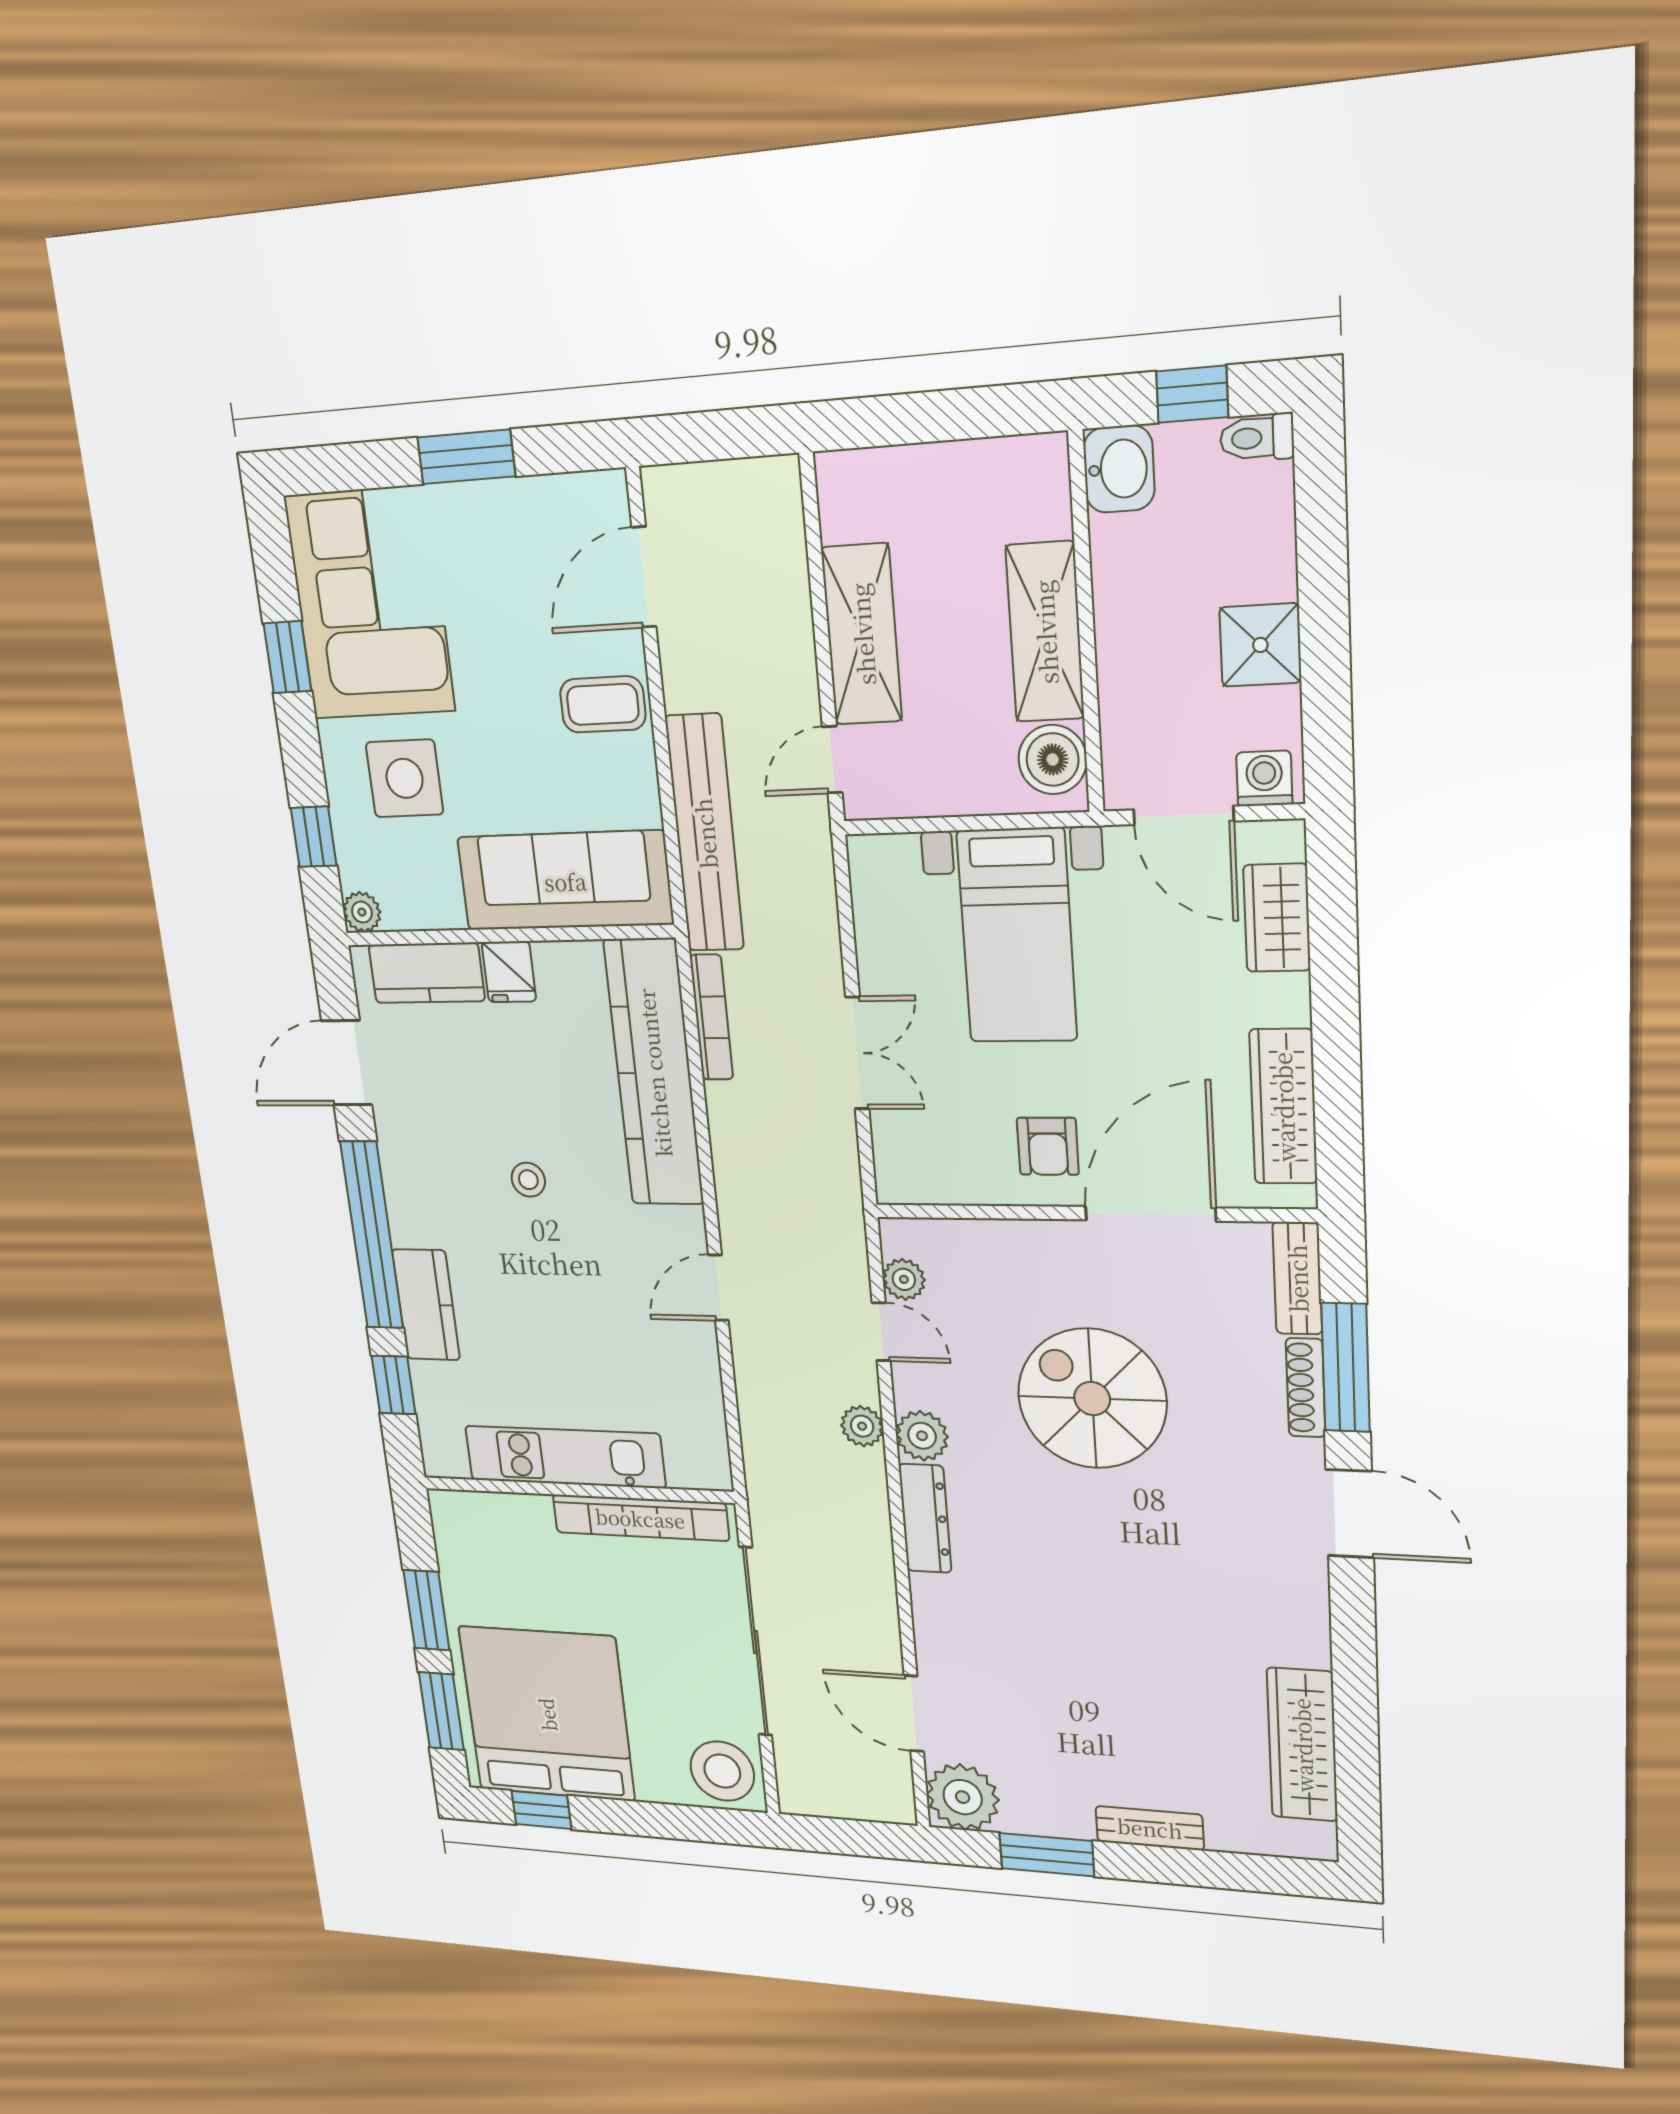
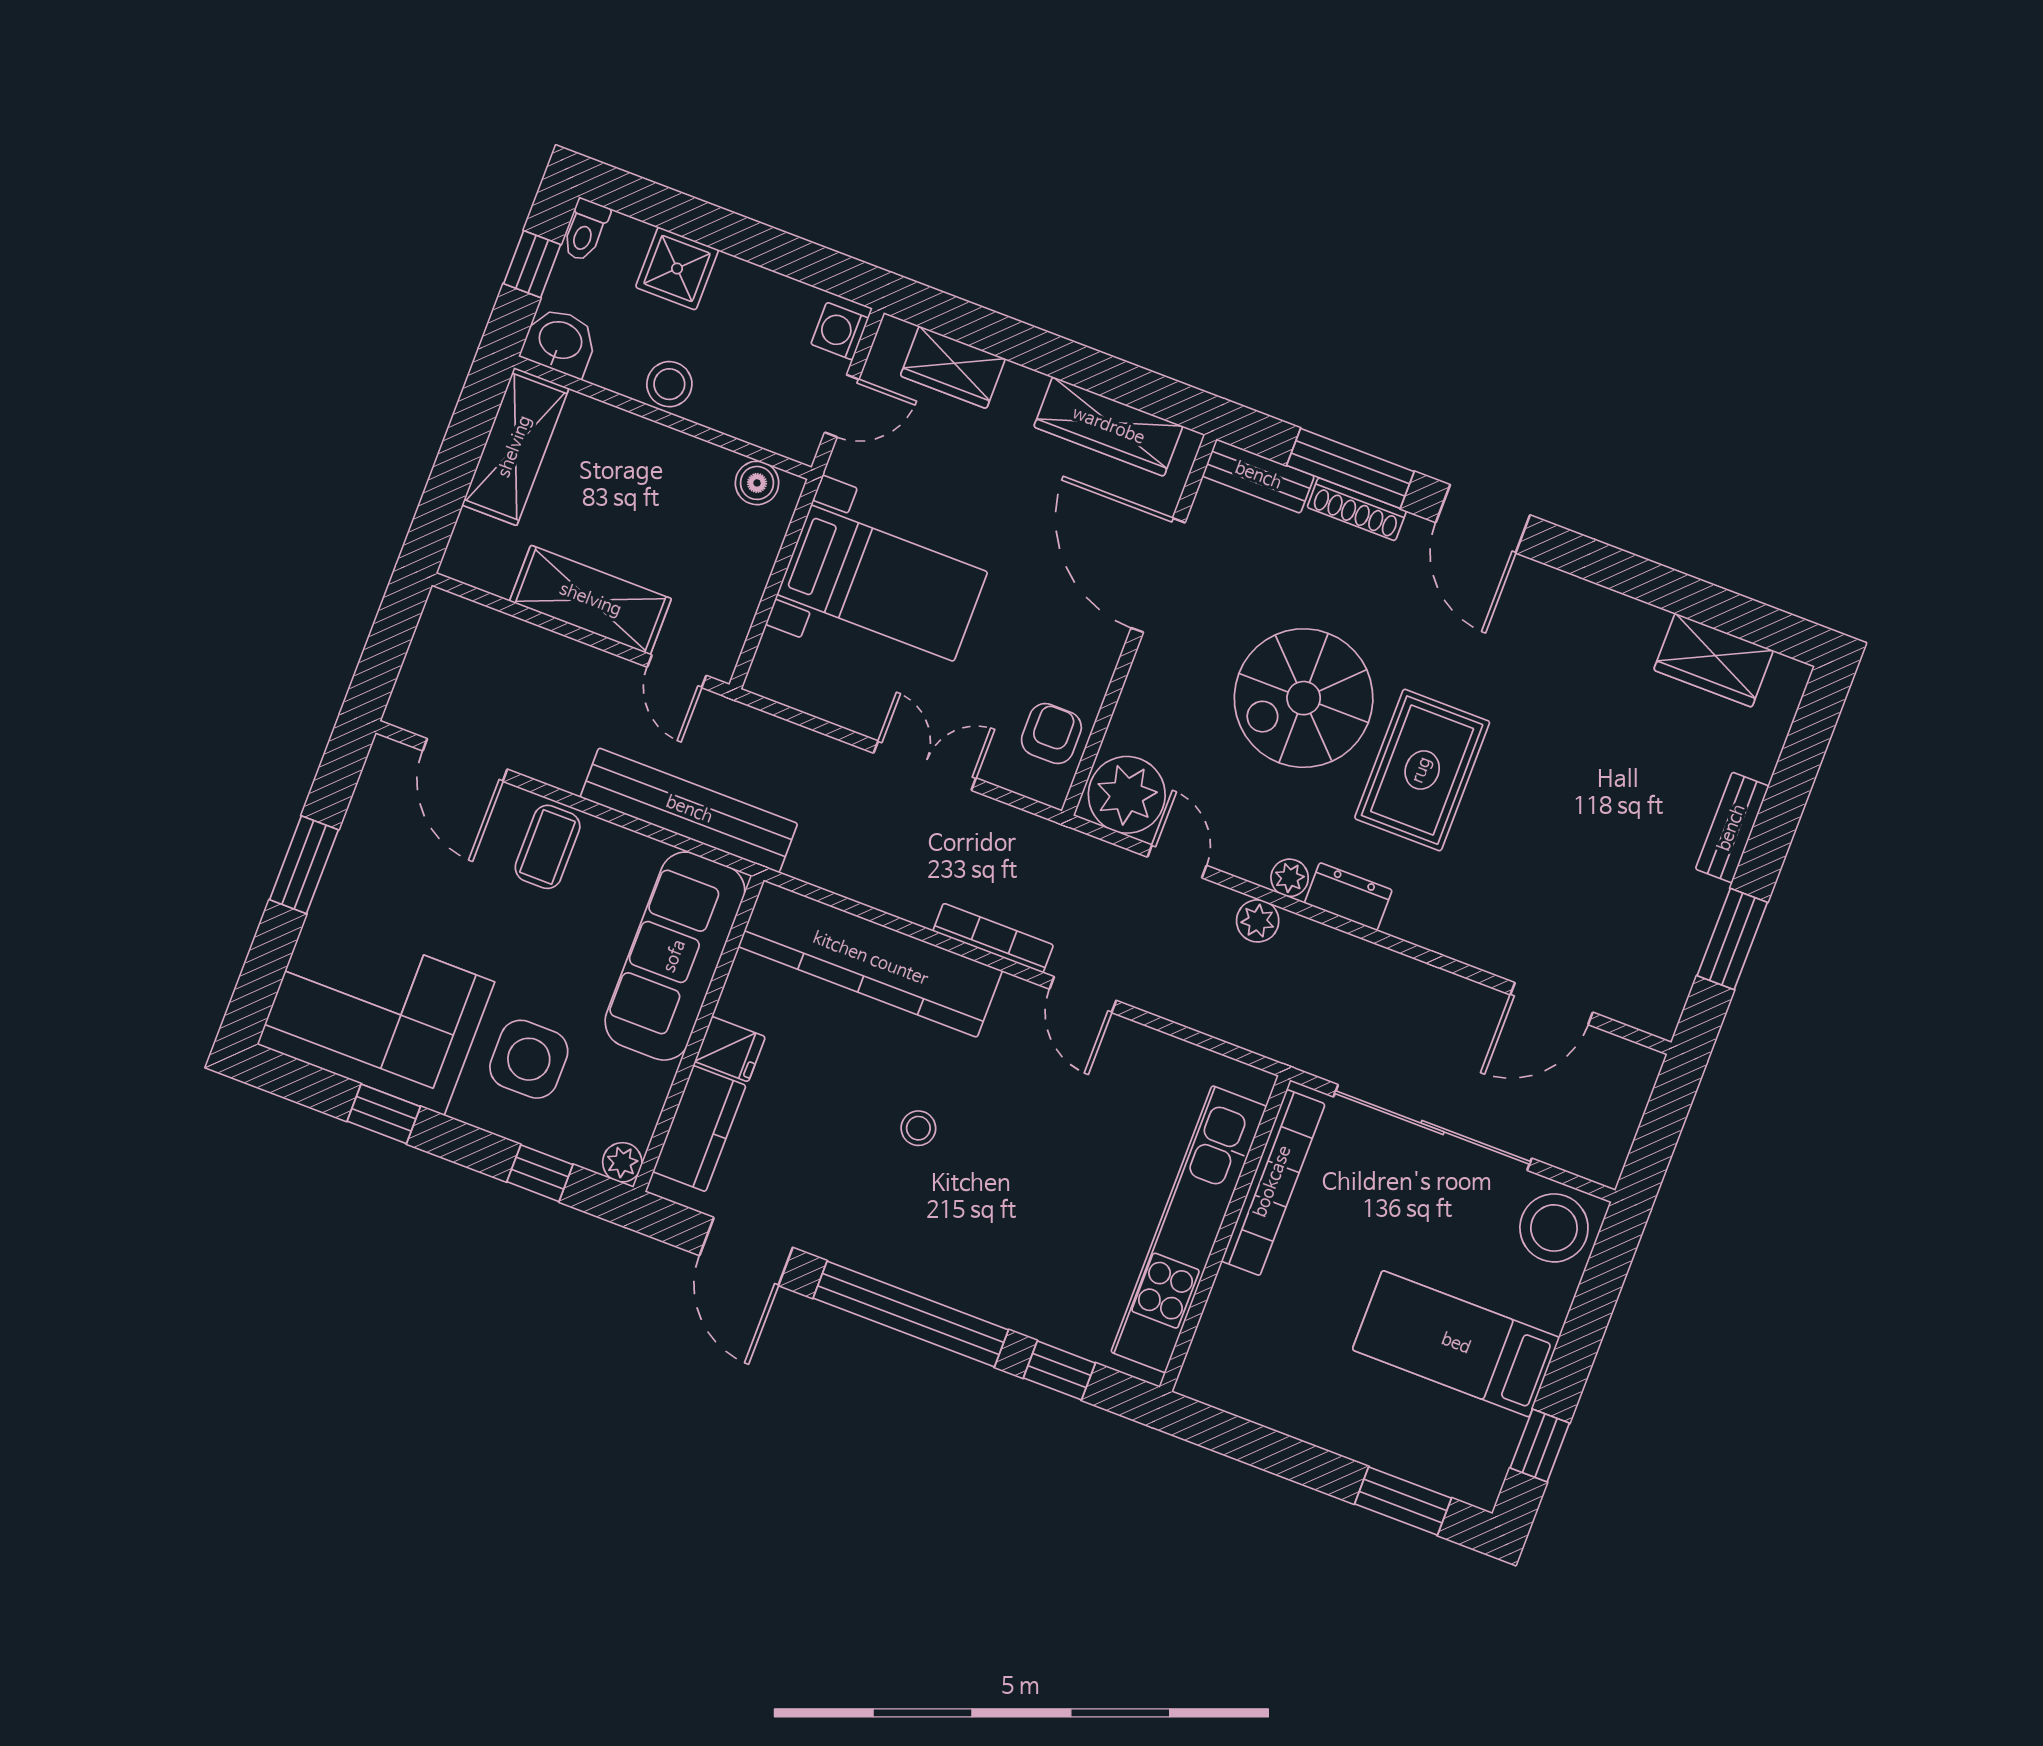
stool: (1125, 615) -> (669, 384), added
shelving: (1045, 632) -> (515, 447), moved, turned 90
shower: (1260, 645) -> (677, 268), moved
boiler: (1053, 760) -> (757, 483), width x0.73, depth x0.73
door: (1184, 815) -> (842, 406), width x0.73
bookcase: (712, 1017) -> (993, 938), moved
armchair: (1048, 1146) -> (1051, 734), moved, turned -90
plant: (904, 1279) -> (1127, 795), width x1.88, depth x1.88
kitchen counter: (426, 1305) -> (995, 1294), removed
door: (881, 1332) -> (1177, 861), hinge flipped
plant: (922, 1436) -> (1290, 878), width x0.73, depth x0.73
kitchen unit: (565, 1457) -> (1189, 1229), width x1.36
door: (1350, 1514) -> (1483, 519), swing flipped
dresser: (925, 1518) -> (1348, 897), width x0.70
rug: (1074, 1533) -> (1422, 770), added
window: (427, 1610) -> (1294, 1459), removed
bed: (547, 1714) -> (1456, 1344), width x0.49
wardrobe: (1302, 1745) -> (1714, 660), width x0.67
plant: (963, 1797) -> (1650, 995), removed

